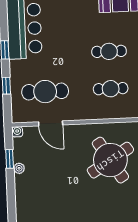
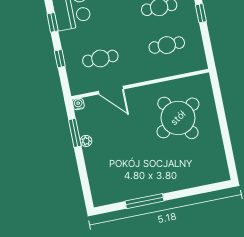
cafe table: (45, 92) -> (100, 58), width x0.73, depth x0.74
window: (10, 159) -> (75, 133), width x1.50

